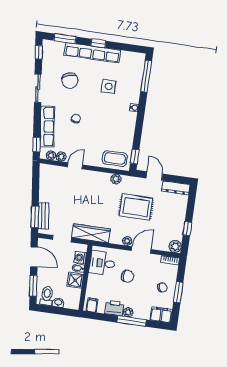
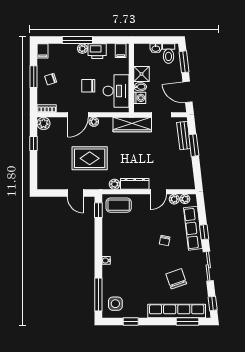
window: (98, 43) -> (131, 321), moved
row of seats: (92, 53) -> (177, 311), moved
side table: (109, 86) -> (115, 304), moved
window: (37, 145) -> (204, 232), moved
dresser: (176, 188) -> (135, 184), moved
window: (35, 217) -> (194, 145), moved
desk: (102, 263) -> (116, 91), width x1.37
filing cabinet: (161, 315) -> (43, 51), width x0.50

